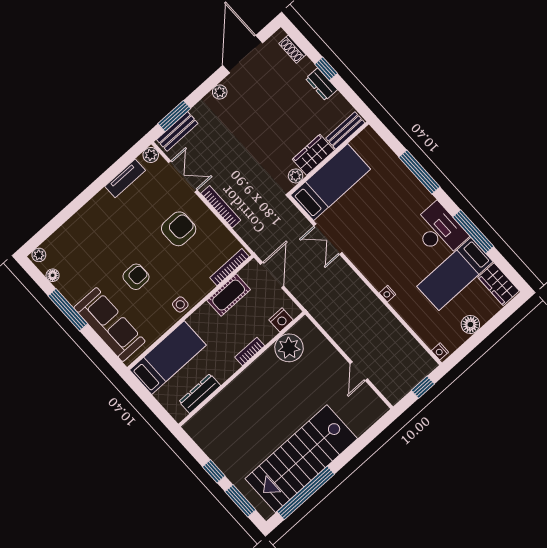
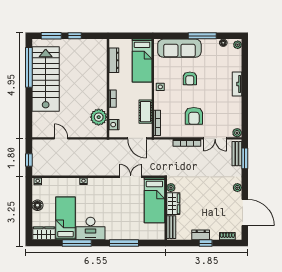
tv unit: (125, 178) -> (237, 84), moved

